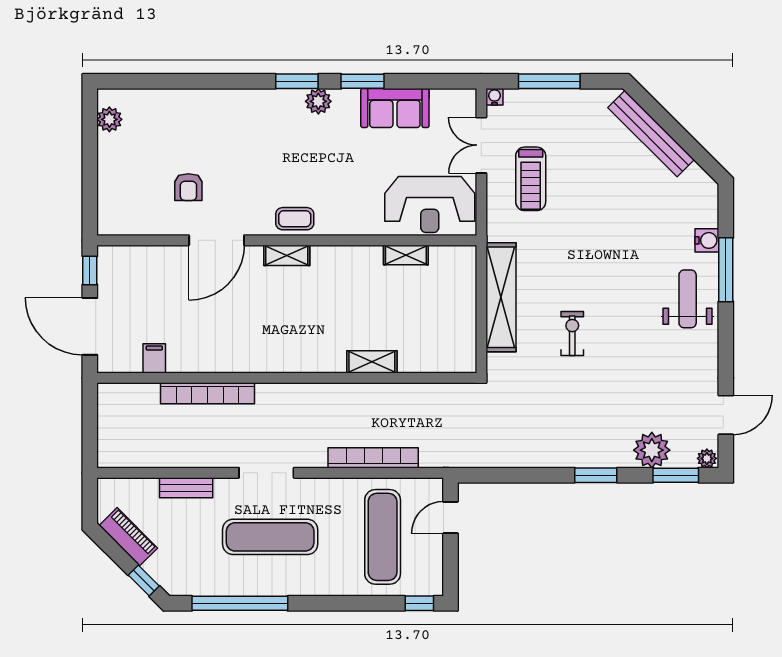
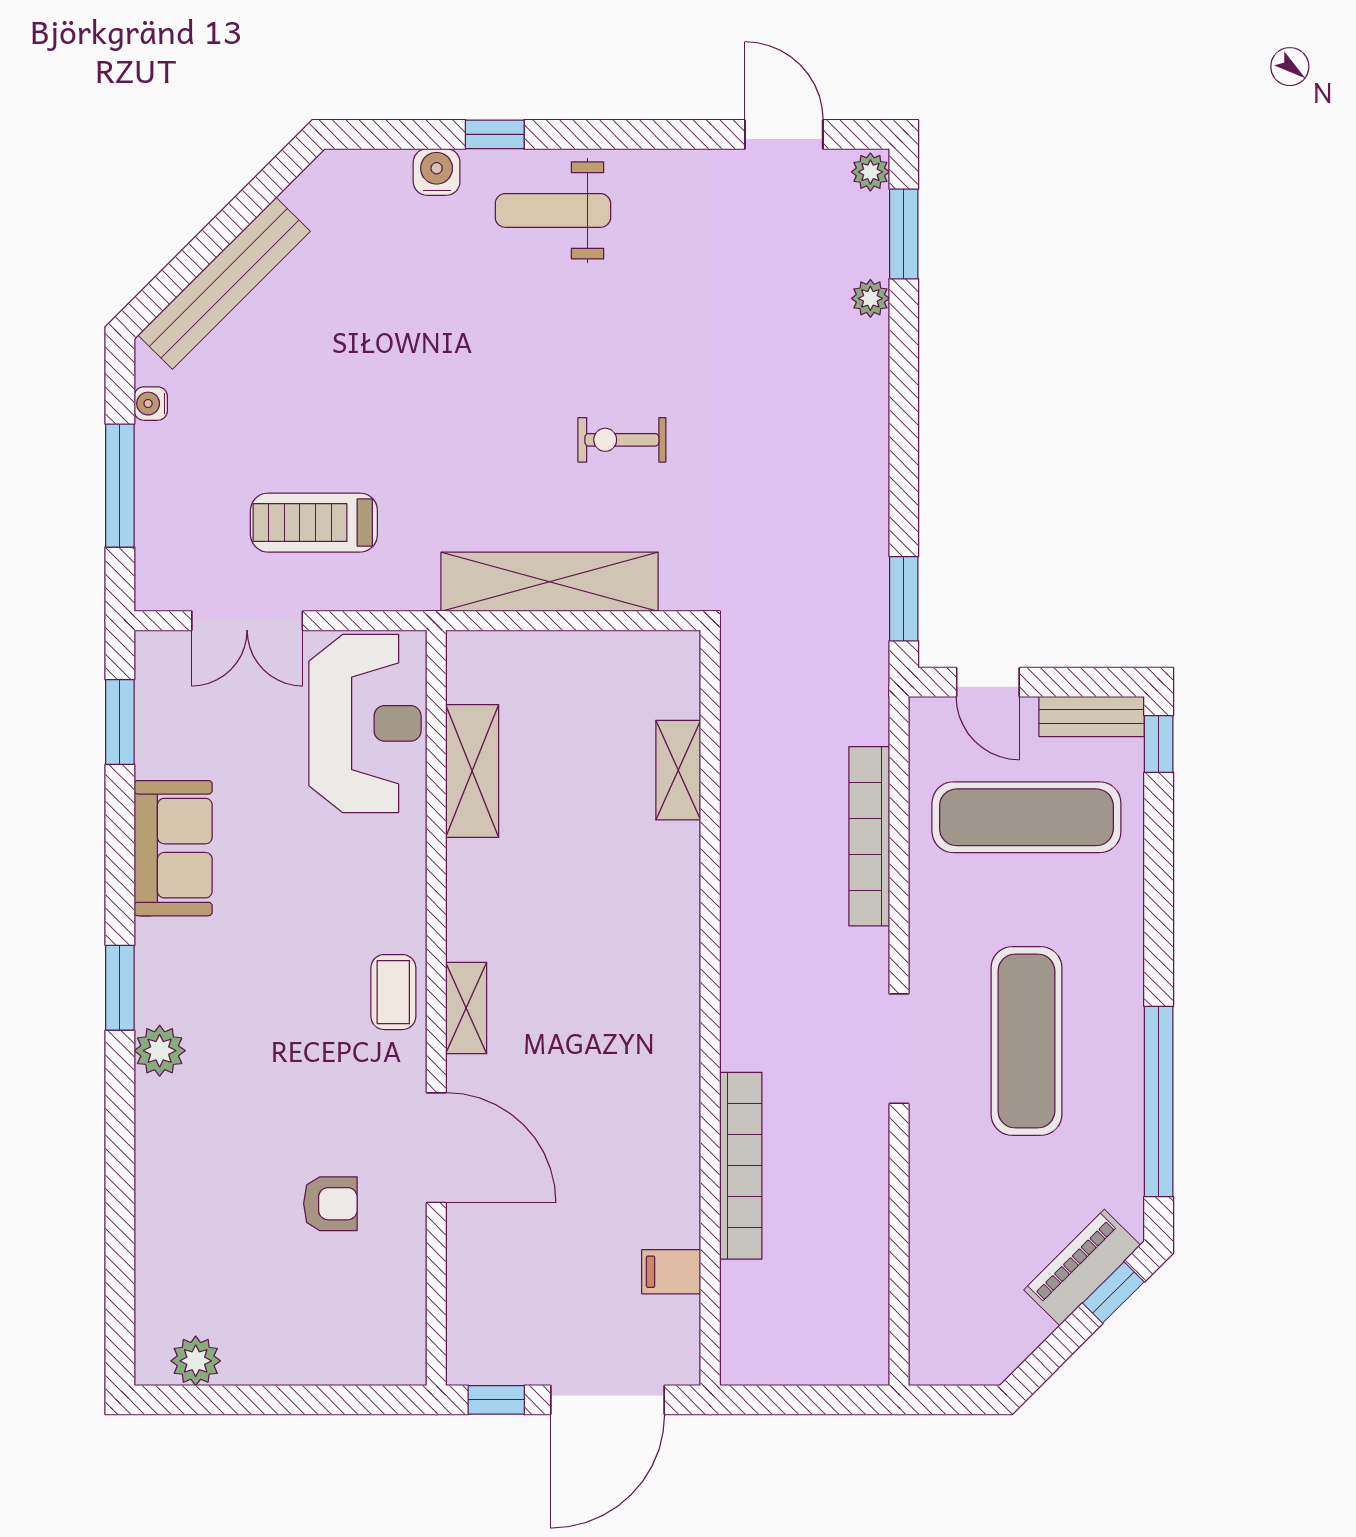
window: (362, 81) -> (120, 722), moved
water cooler: (495, 97) -> (151, 404), moved
plant: (318, 101) -> (160, 1051), moved
sofa: (395, 108) -> (173, 848), moved
treadmill: (531, 179) -> (314, 523), turned 180
shelving: (406, 255) -> (472, 771), width x1.50, depth x1.33
window: (726, 270) -> (495, 134), width x0.46
shelving: (372, 362) -> (678, 770), moved
plant: (652, 450) -> (870, 298), width x0.53, depth x0.53
window: (596, 475) -> (904, 599), moved
bench: (186, 488) -> (1092, 716), moved, turned 90
piano: (128, 537) -> (1082, 1268), moved

